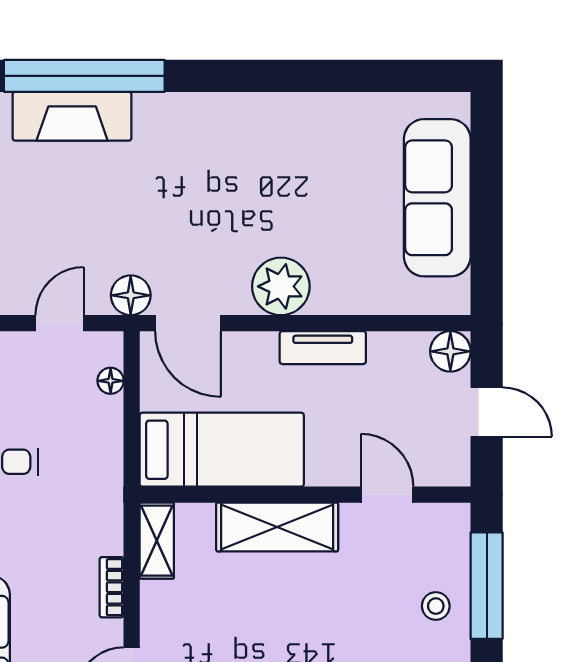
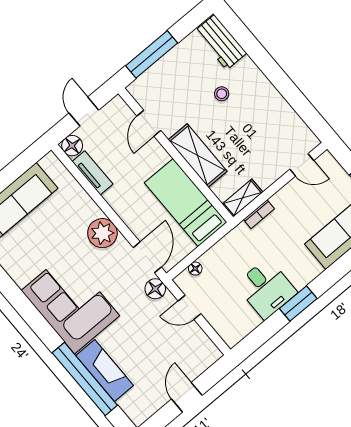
corner sofa: (216, 150) -> (70, 303), added
tv unit: (323, 348) -> (92, 173), moved
bookcase: (112, 587) -> (259, 214), moved
stool: (436, 606) -> (222, 94), moved

